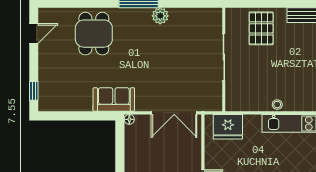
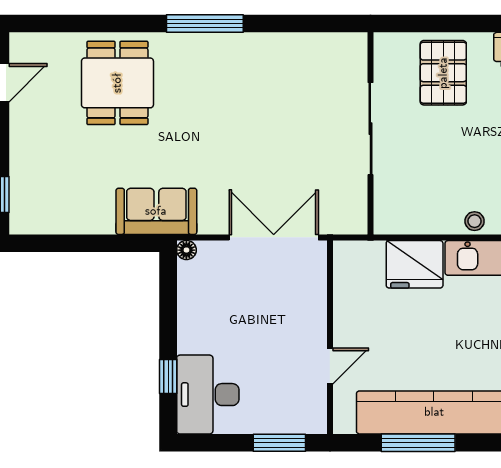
plant: (160, 16) -> (247, 48), removed
double door: (174, 113) -> (274, 237), swing flipped
fridge: (228, 127) -> (415, 264), moved

